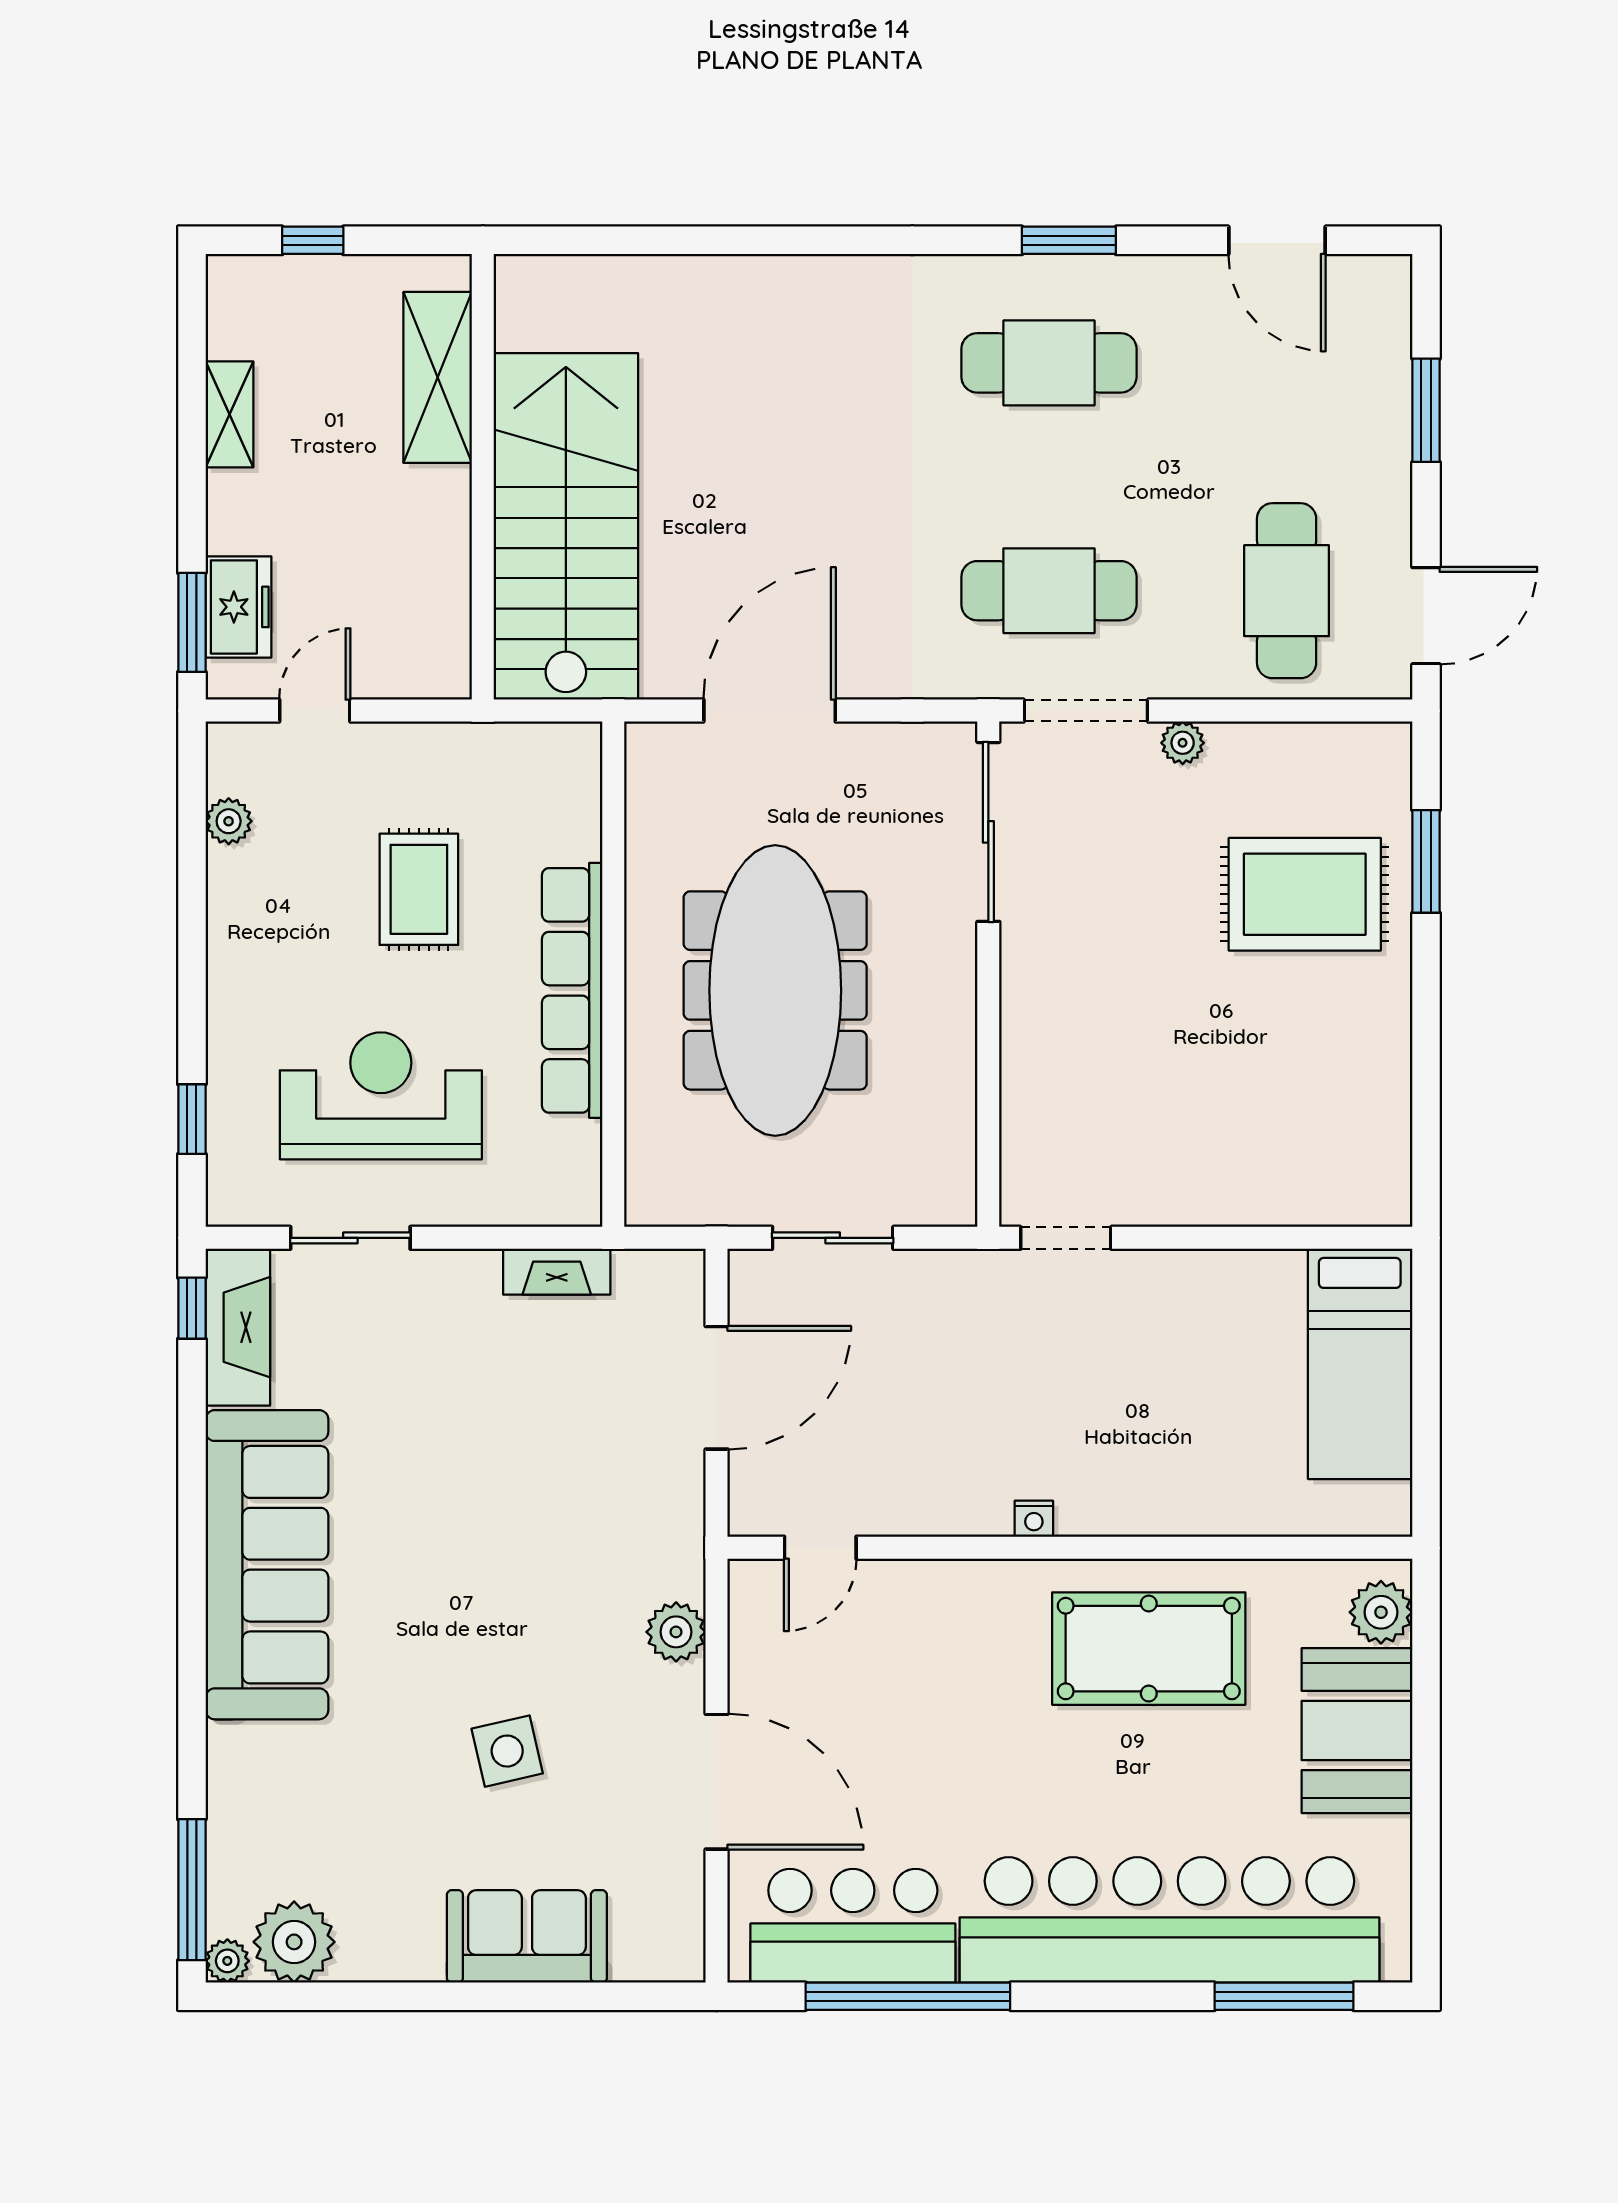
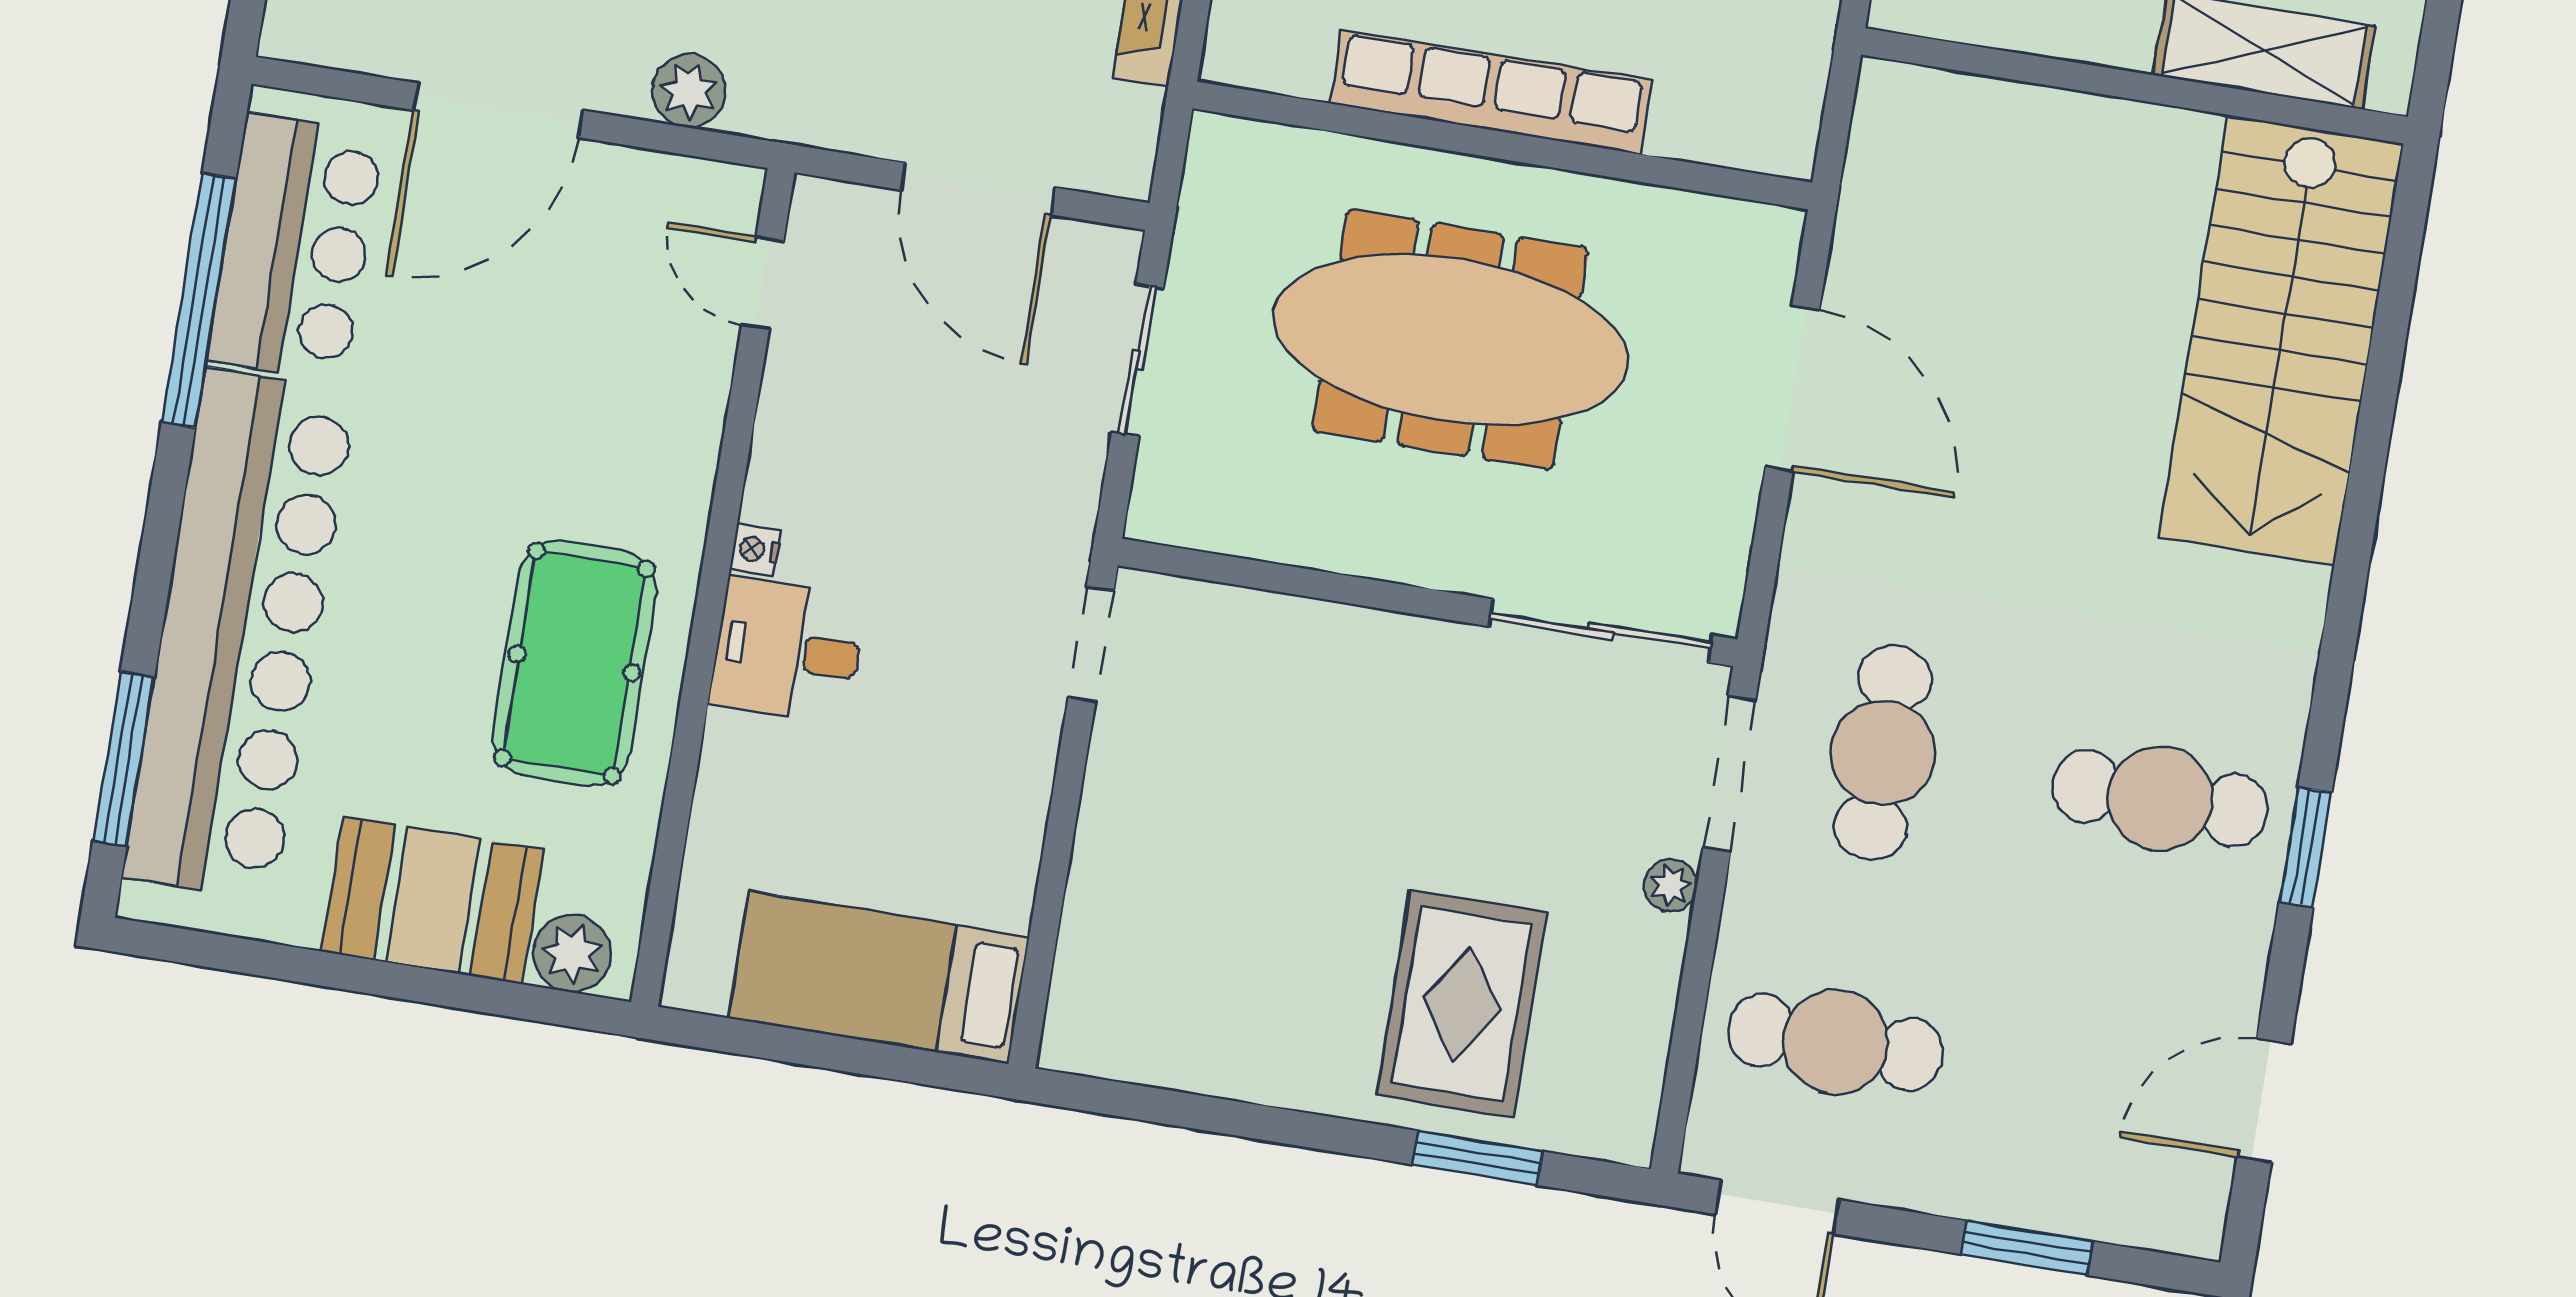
cafe table: (1049, 363) -> (2160, 798), turned 90
stairs: (566, 526) -> (2281, 340), moved, turned 90
desk: (1111, 1480) -> (788, 650), added

